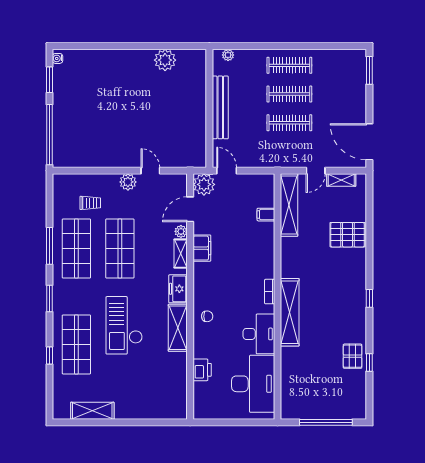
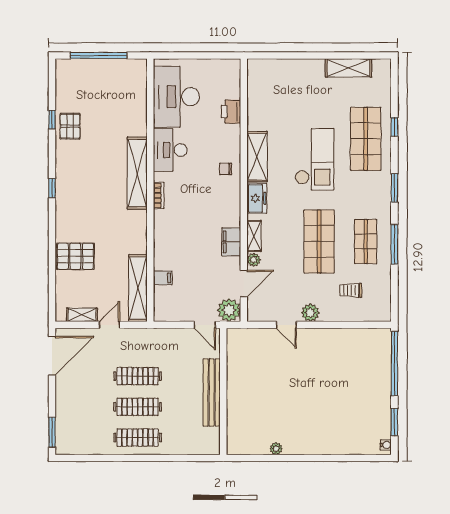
plant: (228, 55) -> (203, 449), removed
plant: (165, 60) -> (276, 449), width x0.53, depth x0.53
door: (369, 142) -> (52, 356), hinge flipped
shop shelf: (76, 248) -> (366, 241), width x0.70, depth x0.74

